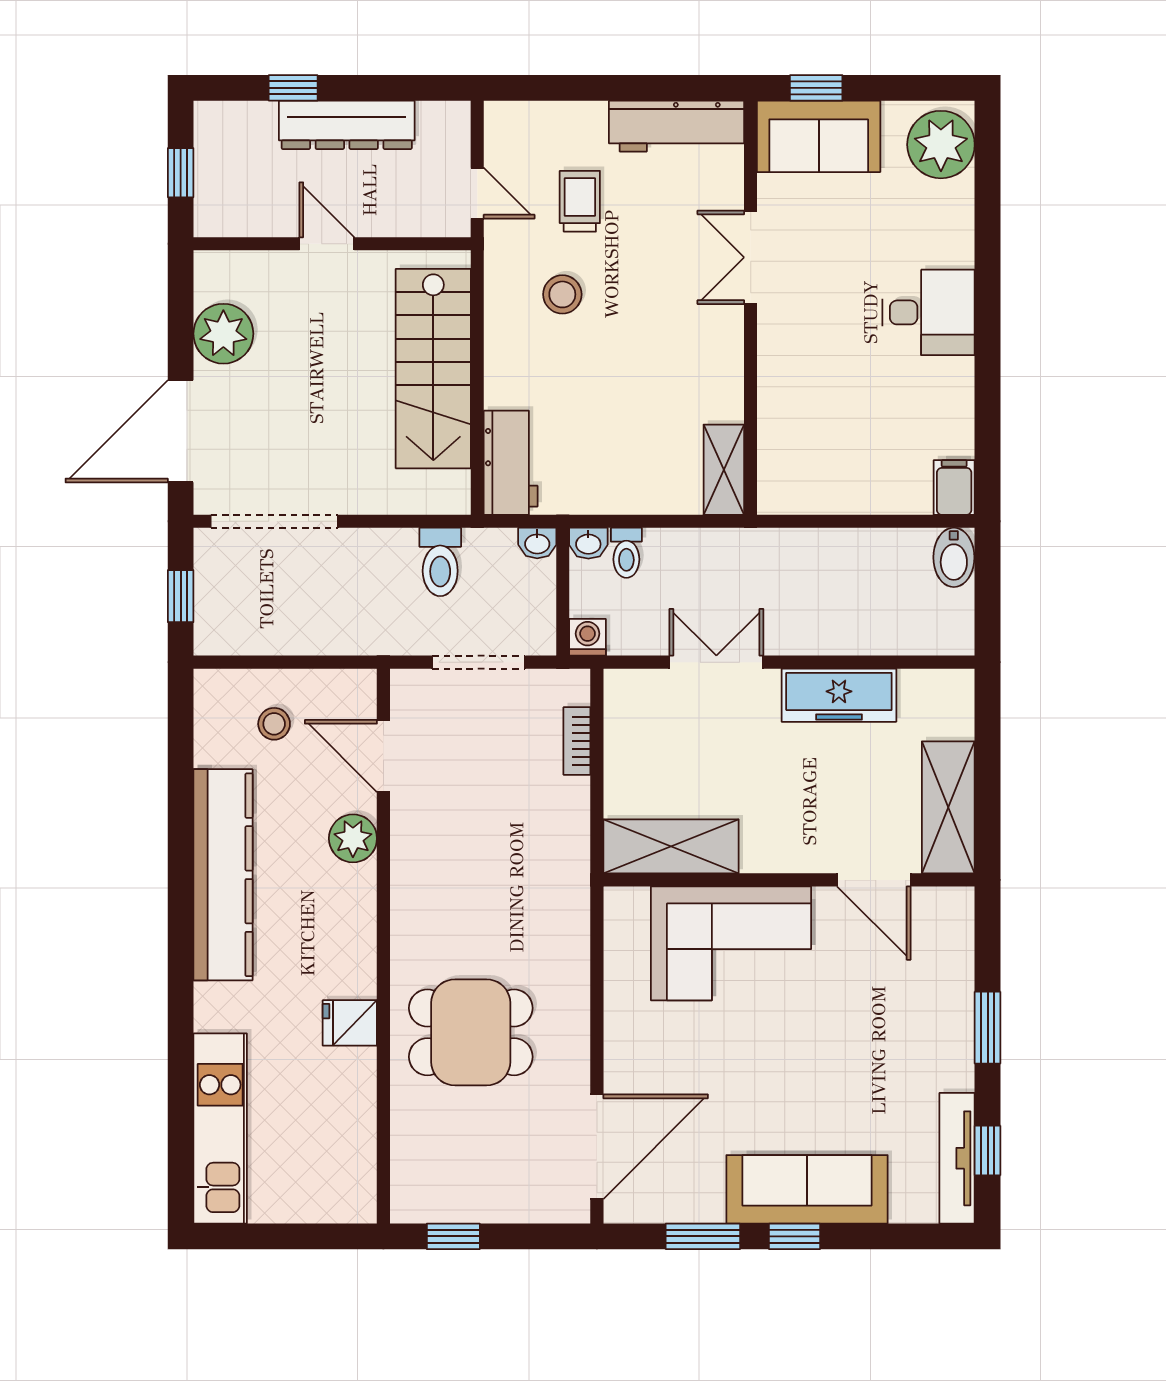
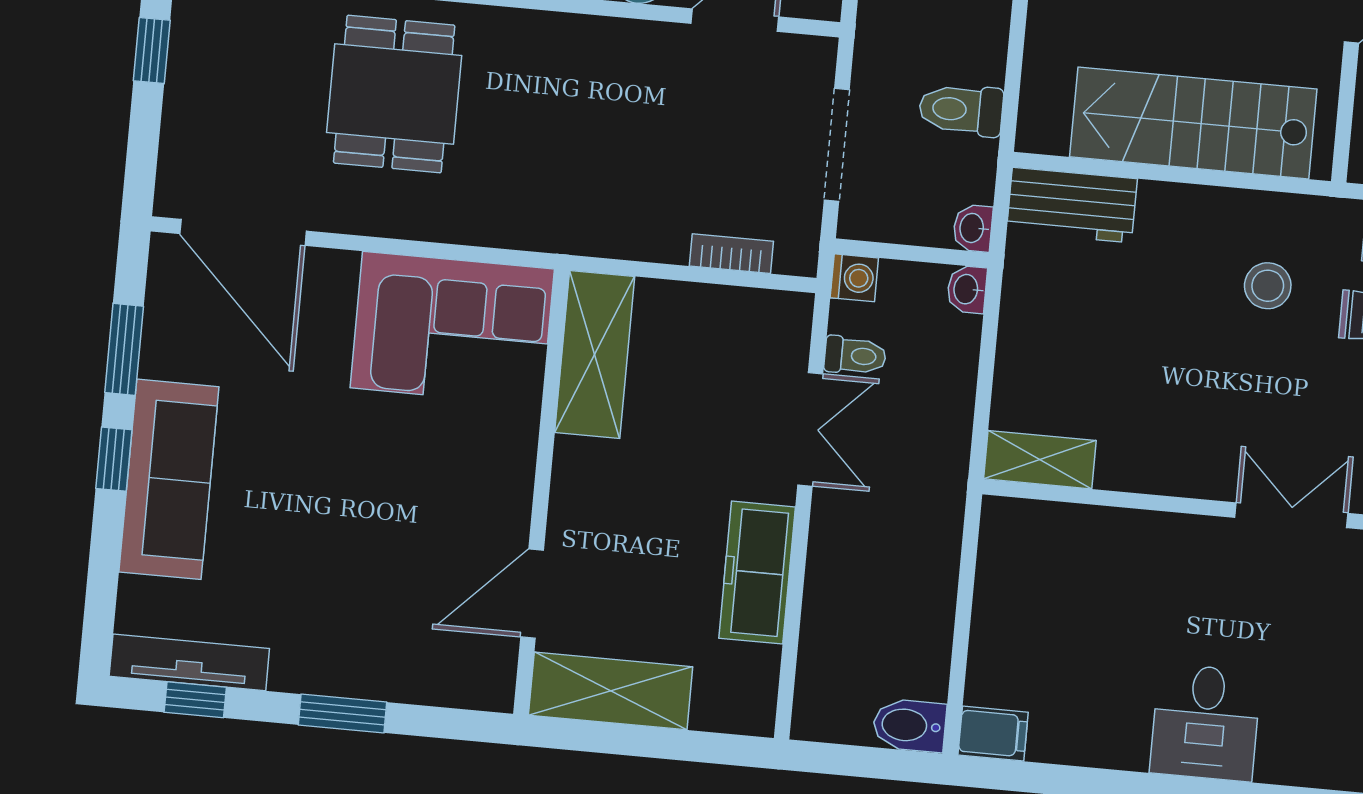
toilet: (626, 553) -> (855, 356), moved, turned 180
corner sofa: (731, 943) -> (452, 328), moved, turned -90

